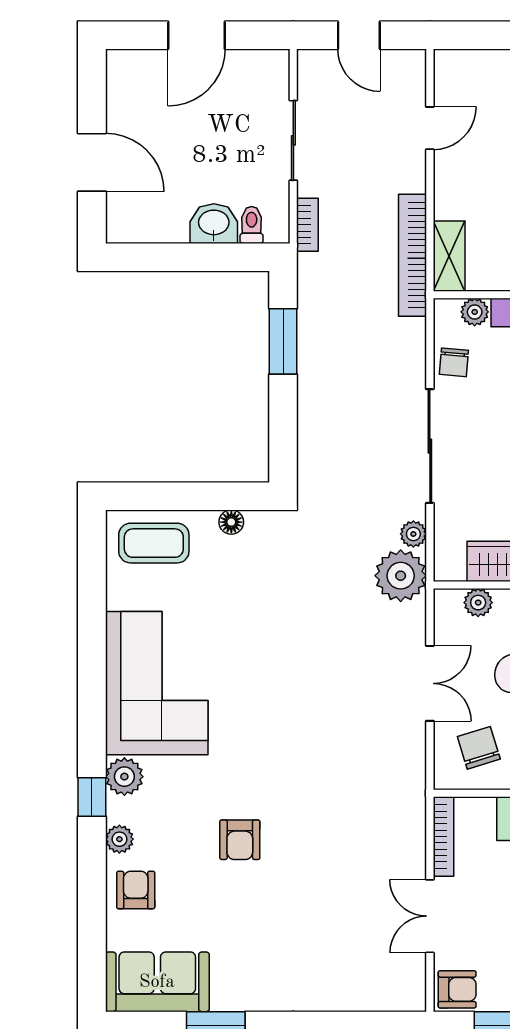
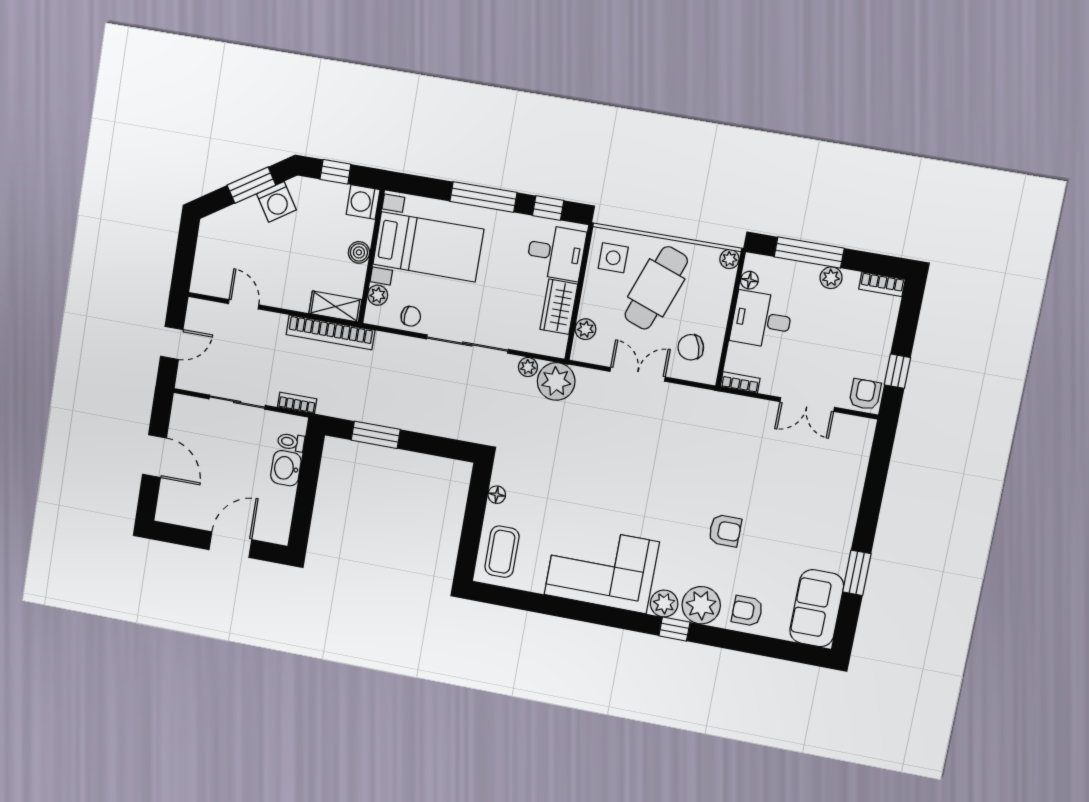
bookcase: (443, 836) -> (740, 382), width x0.64
plant: (119, 839) -> (701, 605), width x1.88, depth x1.88

